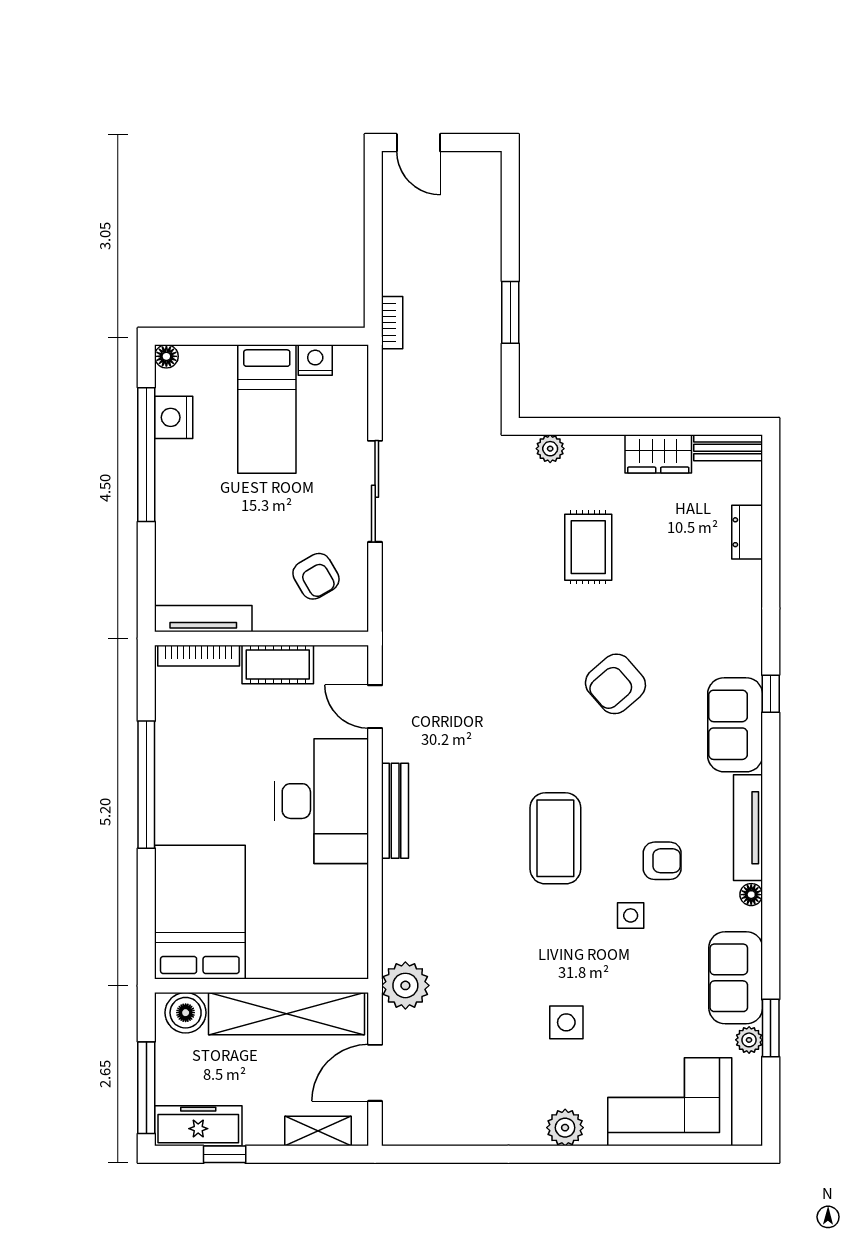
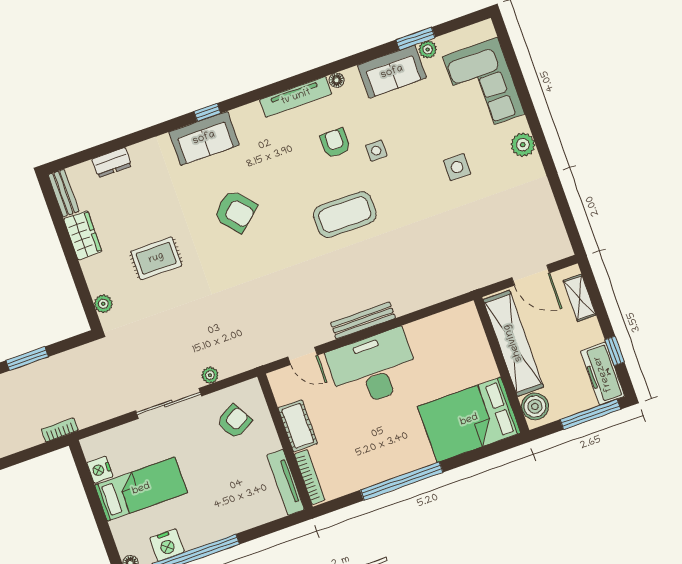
door: (375, 707) -> (303, 356), hinge flipped
sofa: (735, 725) -> (204, 138), moved
plant: (405, 985) -> (210, 375), moved, width x0.53, depth x0.53

